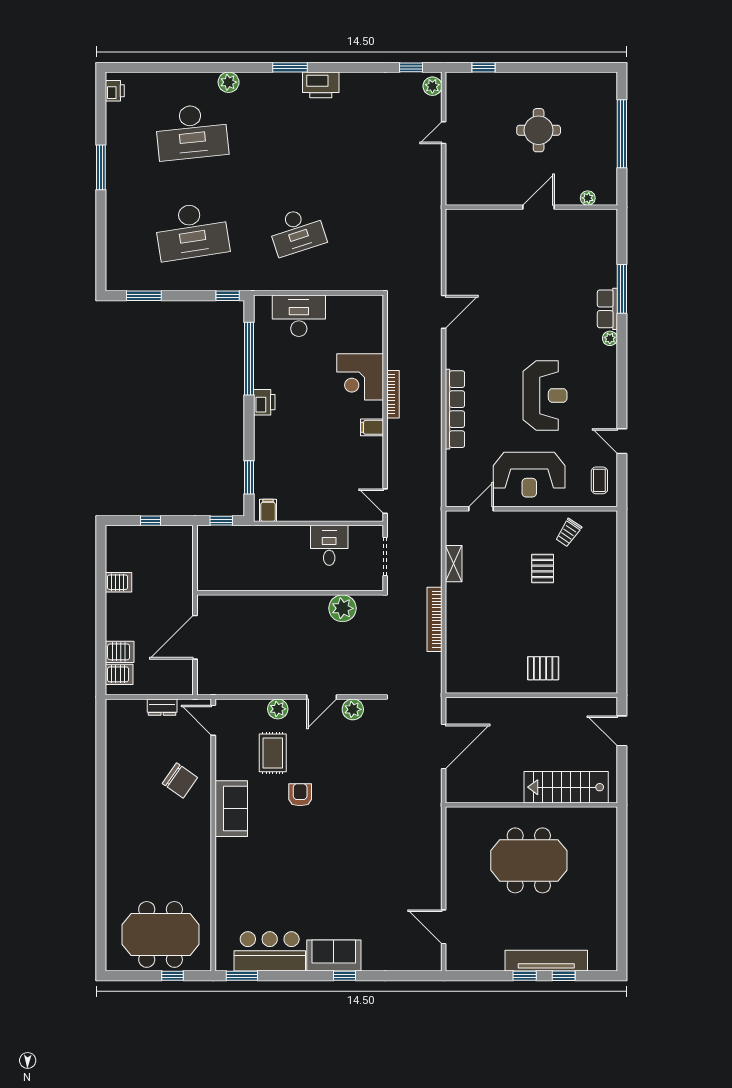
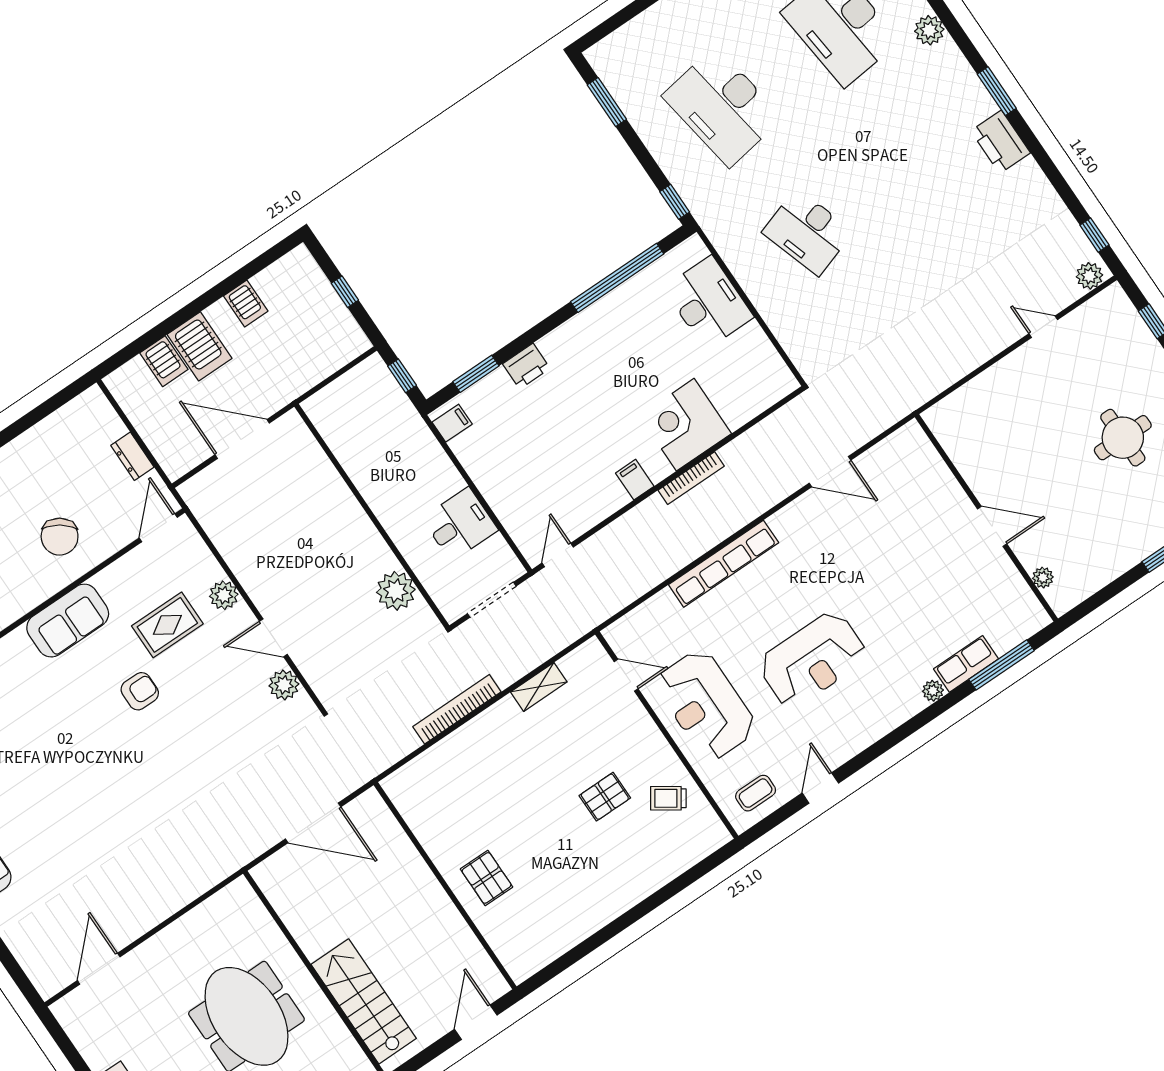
plant: (588, 198) -> (1043, 578), moved
wall: (531, 207) -> (986, 518), moved
door: (539, 207) -> (992, 526), moved
printer: (264, 402) -> (526, 366), moved
server rack: (119, 674) -> (199, 346), moved, width x1.36, depth x1.44

